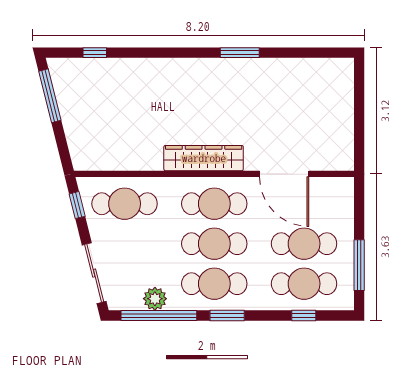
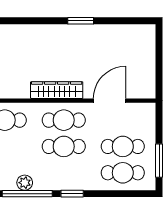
door: (284, 174) -> (110, 101), swing flipped
cafe table: (214, 284) -> (64, 173), removed
window: (304, 315) -> (123, 194), removed

